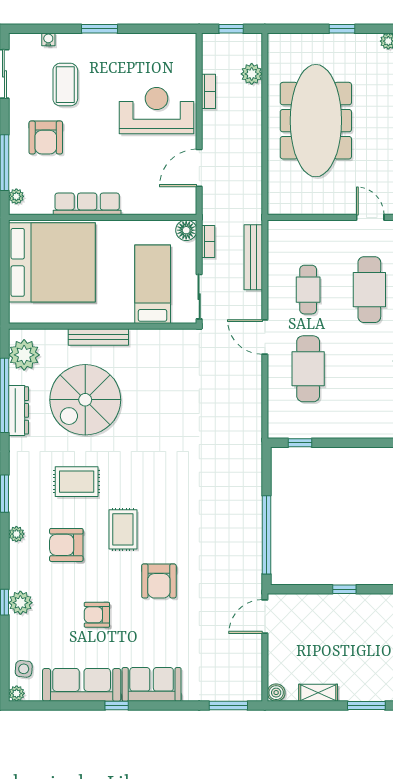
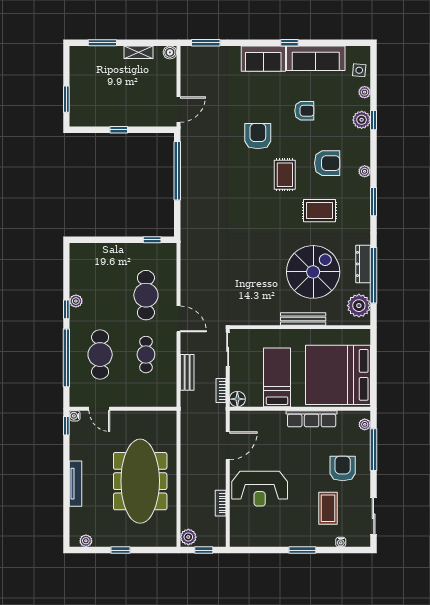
plant: (252, 74) -> (188, 537), moved
bench: (253, 257) -> (187, 372), width x0.73
bed: (153, 284) -> (277, 377), moved, turned 180
plant: (17, 693) -> (365, 92), moved

